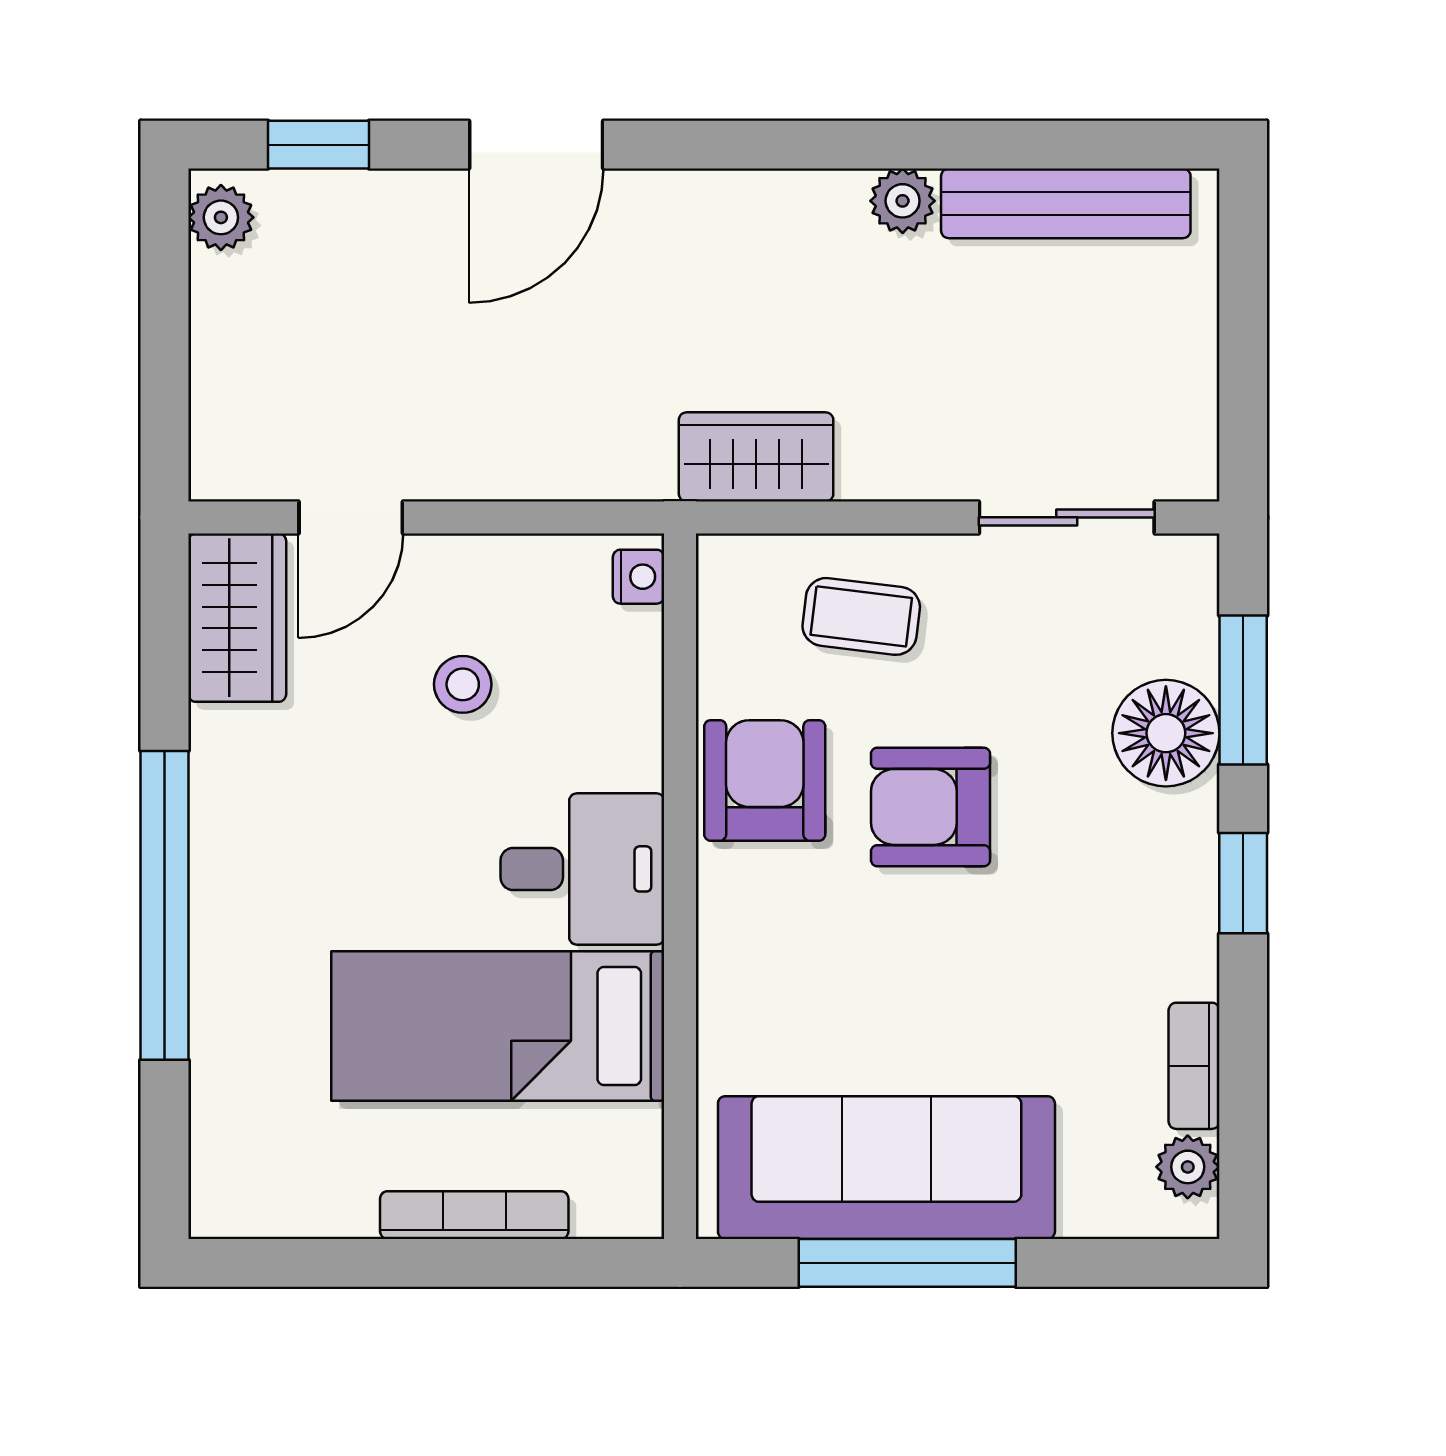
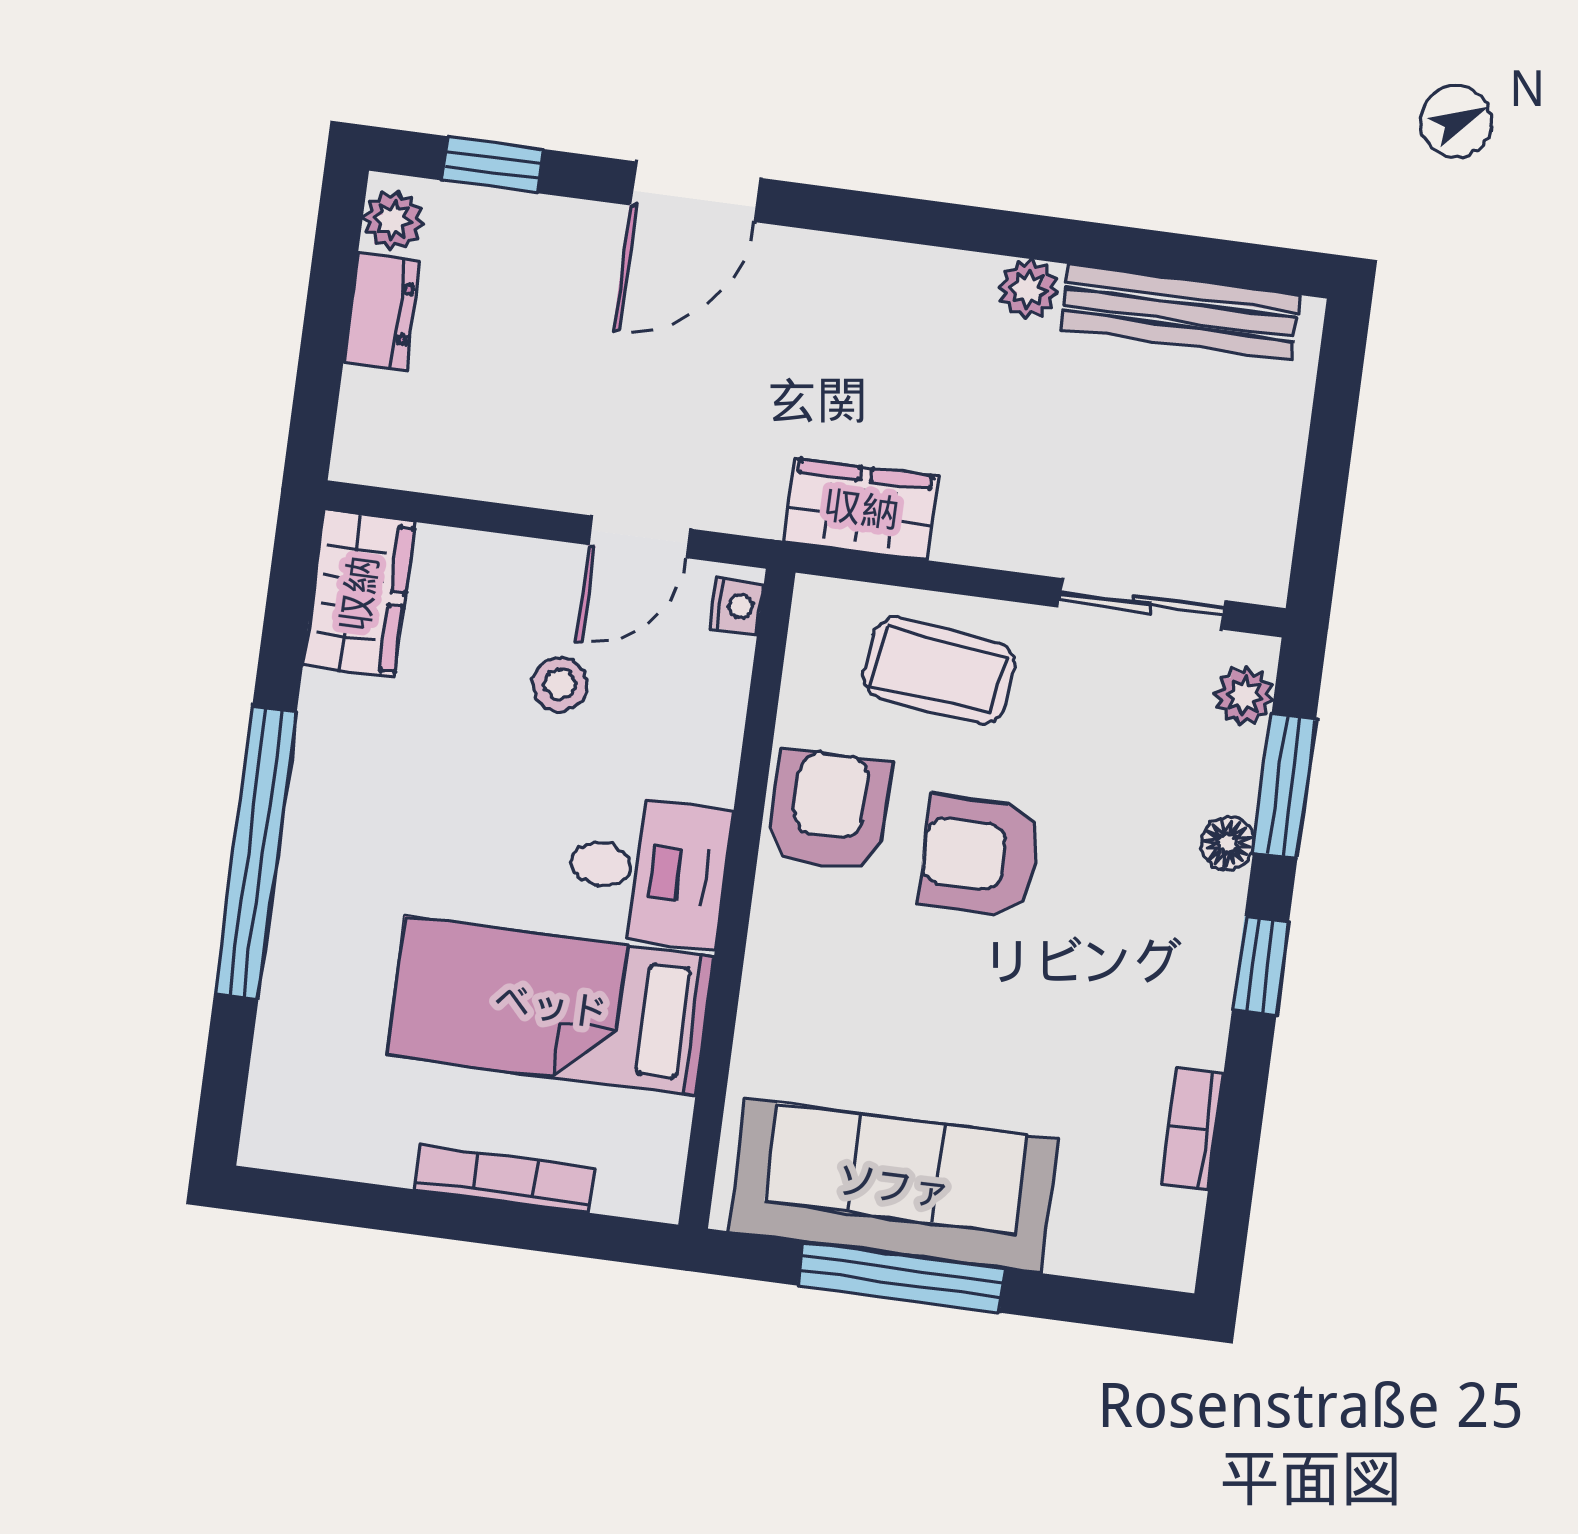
dresser: (222, 316) -> (382, 311), added
door: (351, 517) -> (639, 537), moved
coffee table: (861, 616) -> (939, 670), width x1.36, depth x1.30
floor lamp: (1166, 733) -> (1228, 843), width x0.53, depth x0.53
plant: (1188, 1167) -> (1244, 696), moved

